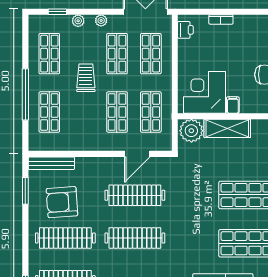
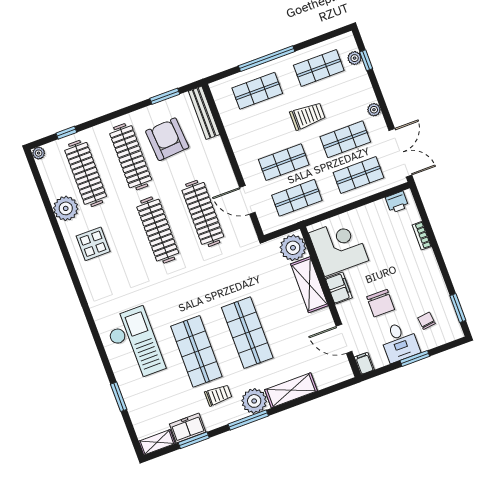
plant: (78, 21) -> (355, 58), moved
filing cabinet: (233, 105) -> (339, 288), width x2.00

